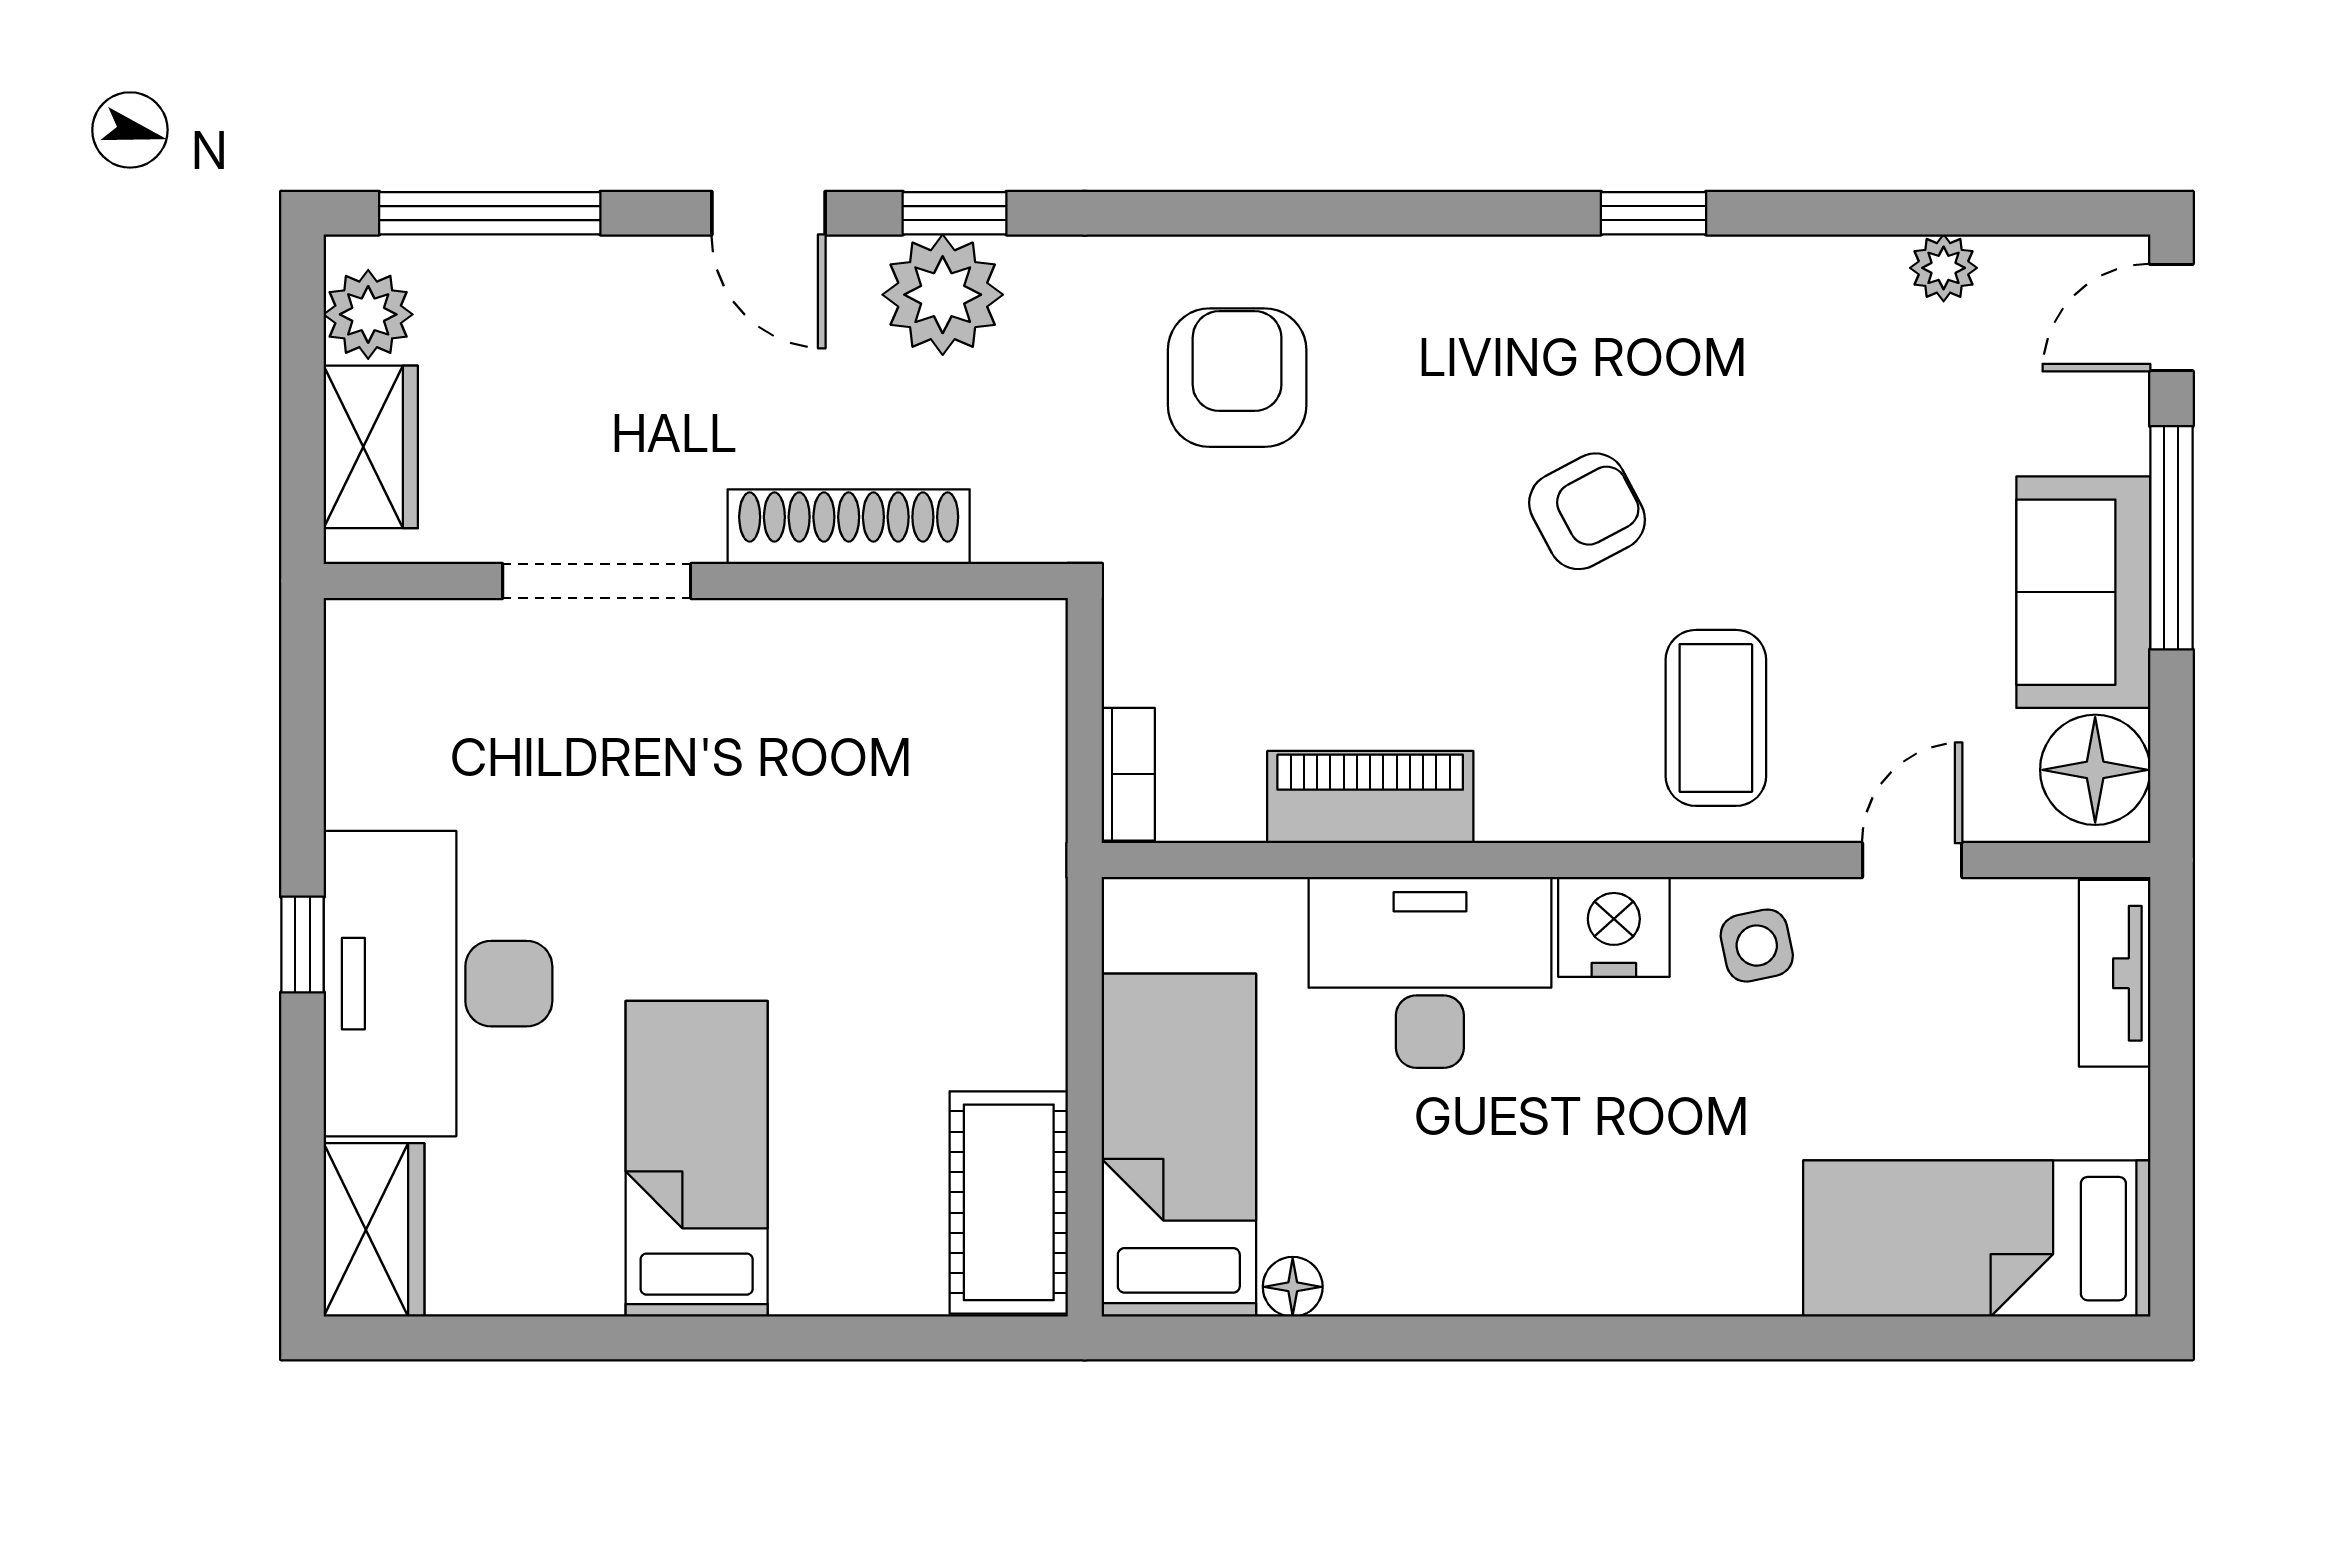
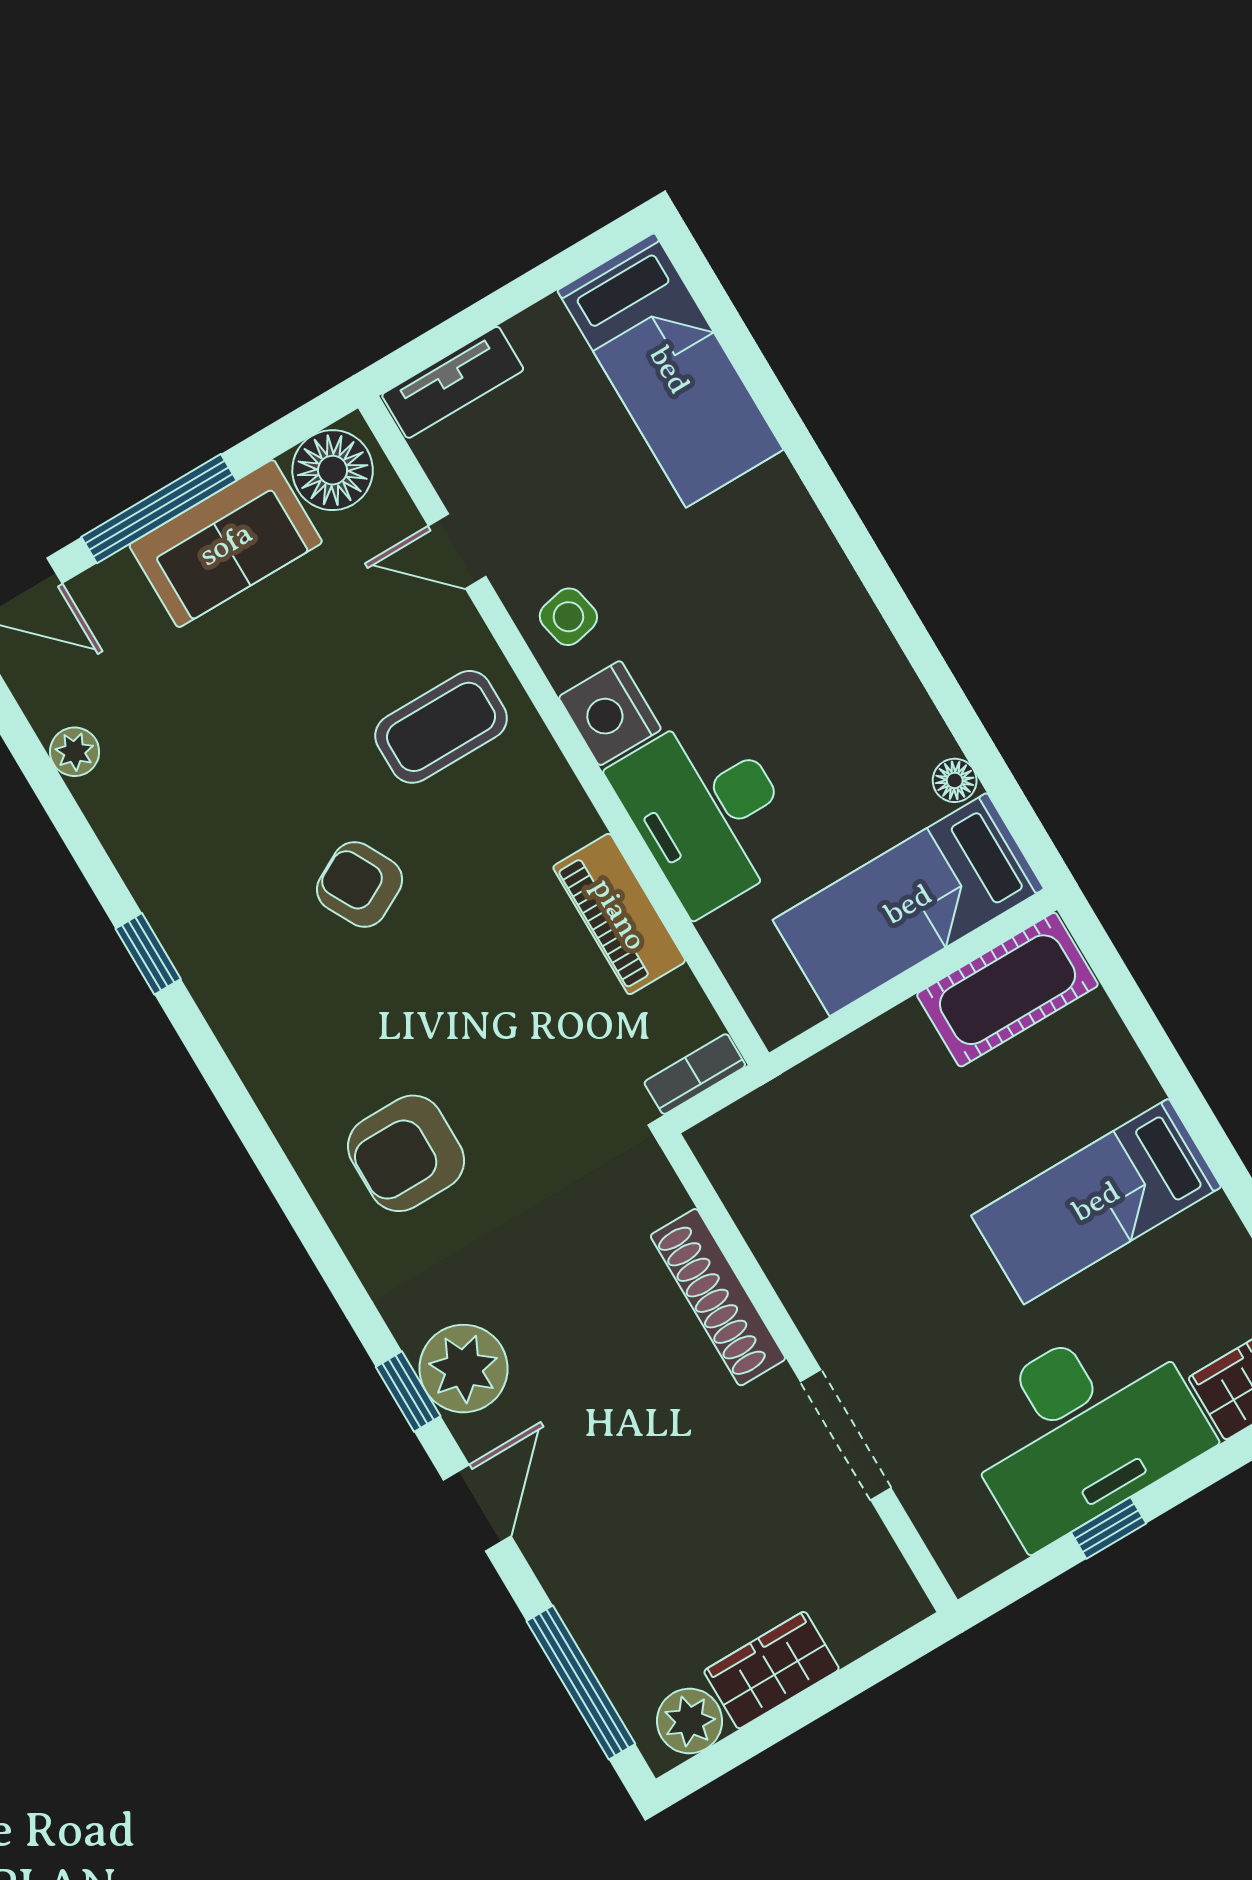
shoe rack: (849, 527) -> (718, 1297), moved
doorway: (597, 581) -> (846, 1435), moved
wall: (696, 581) -> (809, 1373), moved

